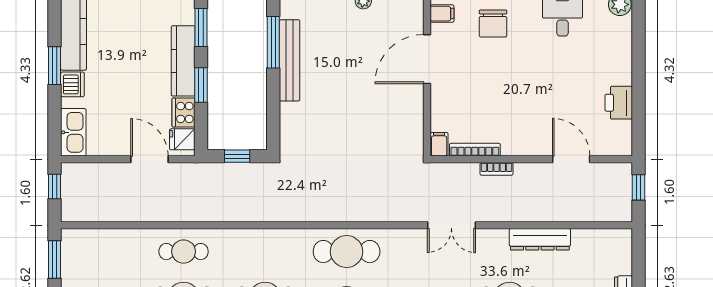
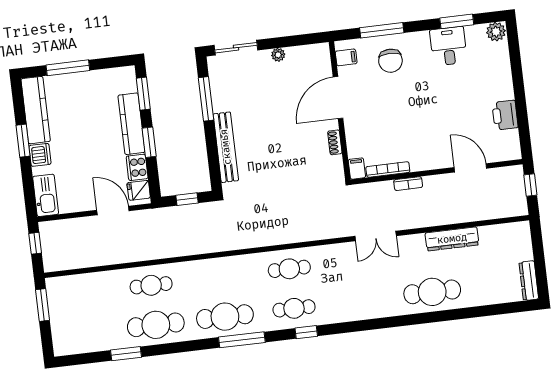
bench: (290, 60) -> (226, 147), moved
shoe rack: (417, 111) -> (335, 142), added
cafe table: (347, 252) -> (289, 269), width x0.73, depth x0.74

